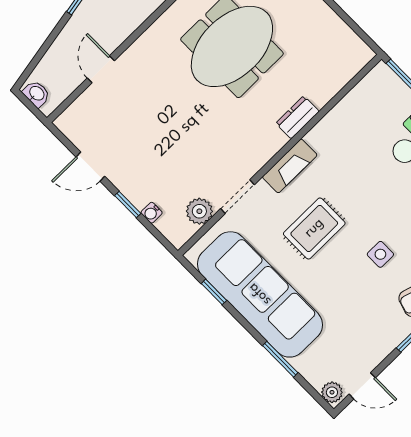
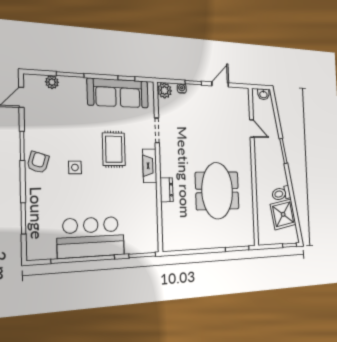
plant: (199, 211) -> (164, 90), moved
sofa: (260, 294) -> (118, 93), width x0.74, depth x0.79
plant: (332, 392) -> (52, 82), moved

